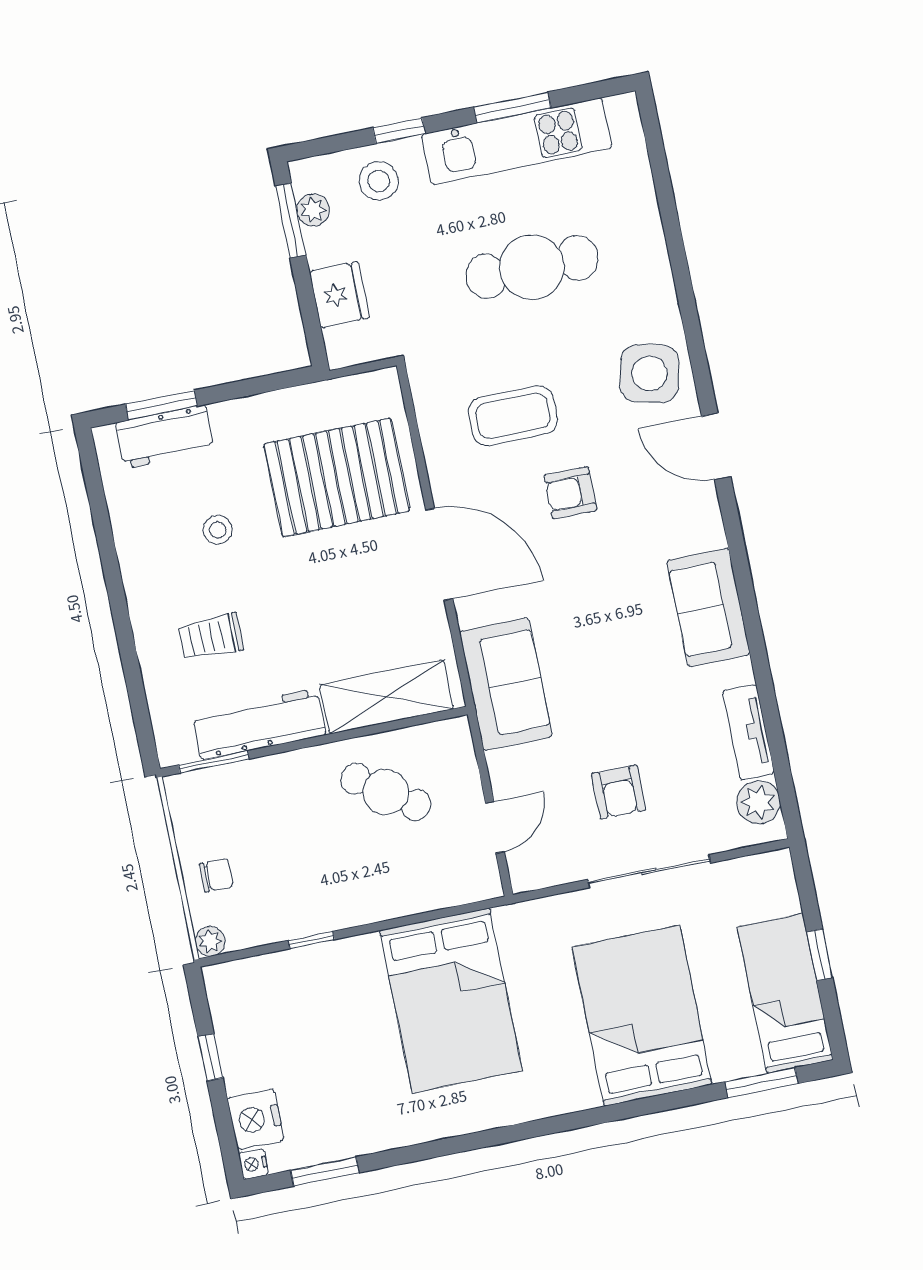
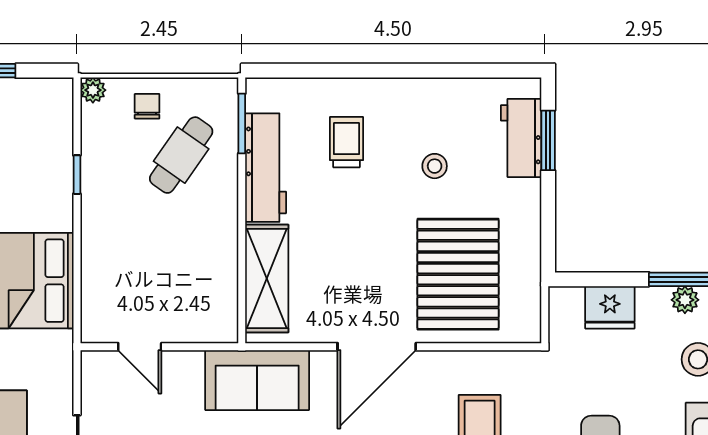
cafe table: (386, 792) -> (181, 155), moved
chair: (216, 875) -> (147, 106), turned 180

